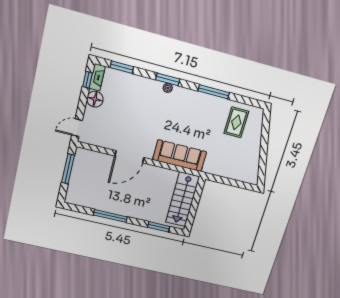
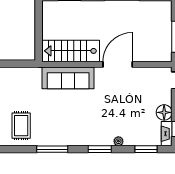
plant: (168, 88) -> (118, 141), moved
stairs: (182, 199) -> (71, 51), moved, turned -90

